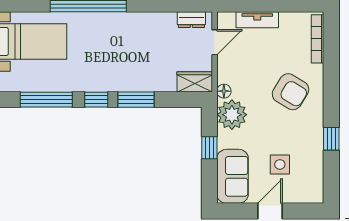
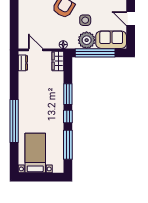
tv unit: (257, 20) -> (23, 26), removed
plant: (232, 115) -> (87, 40), moved
window: (209, 148) -> (95, 53), width x3.17
side table: (280, 164) -> (85, 20), moved

